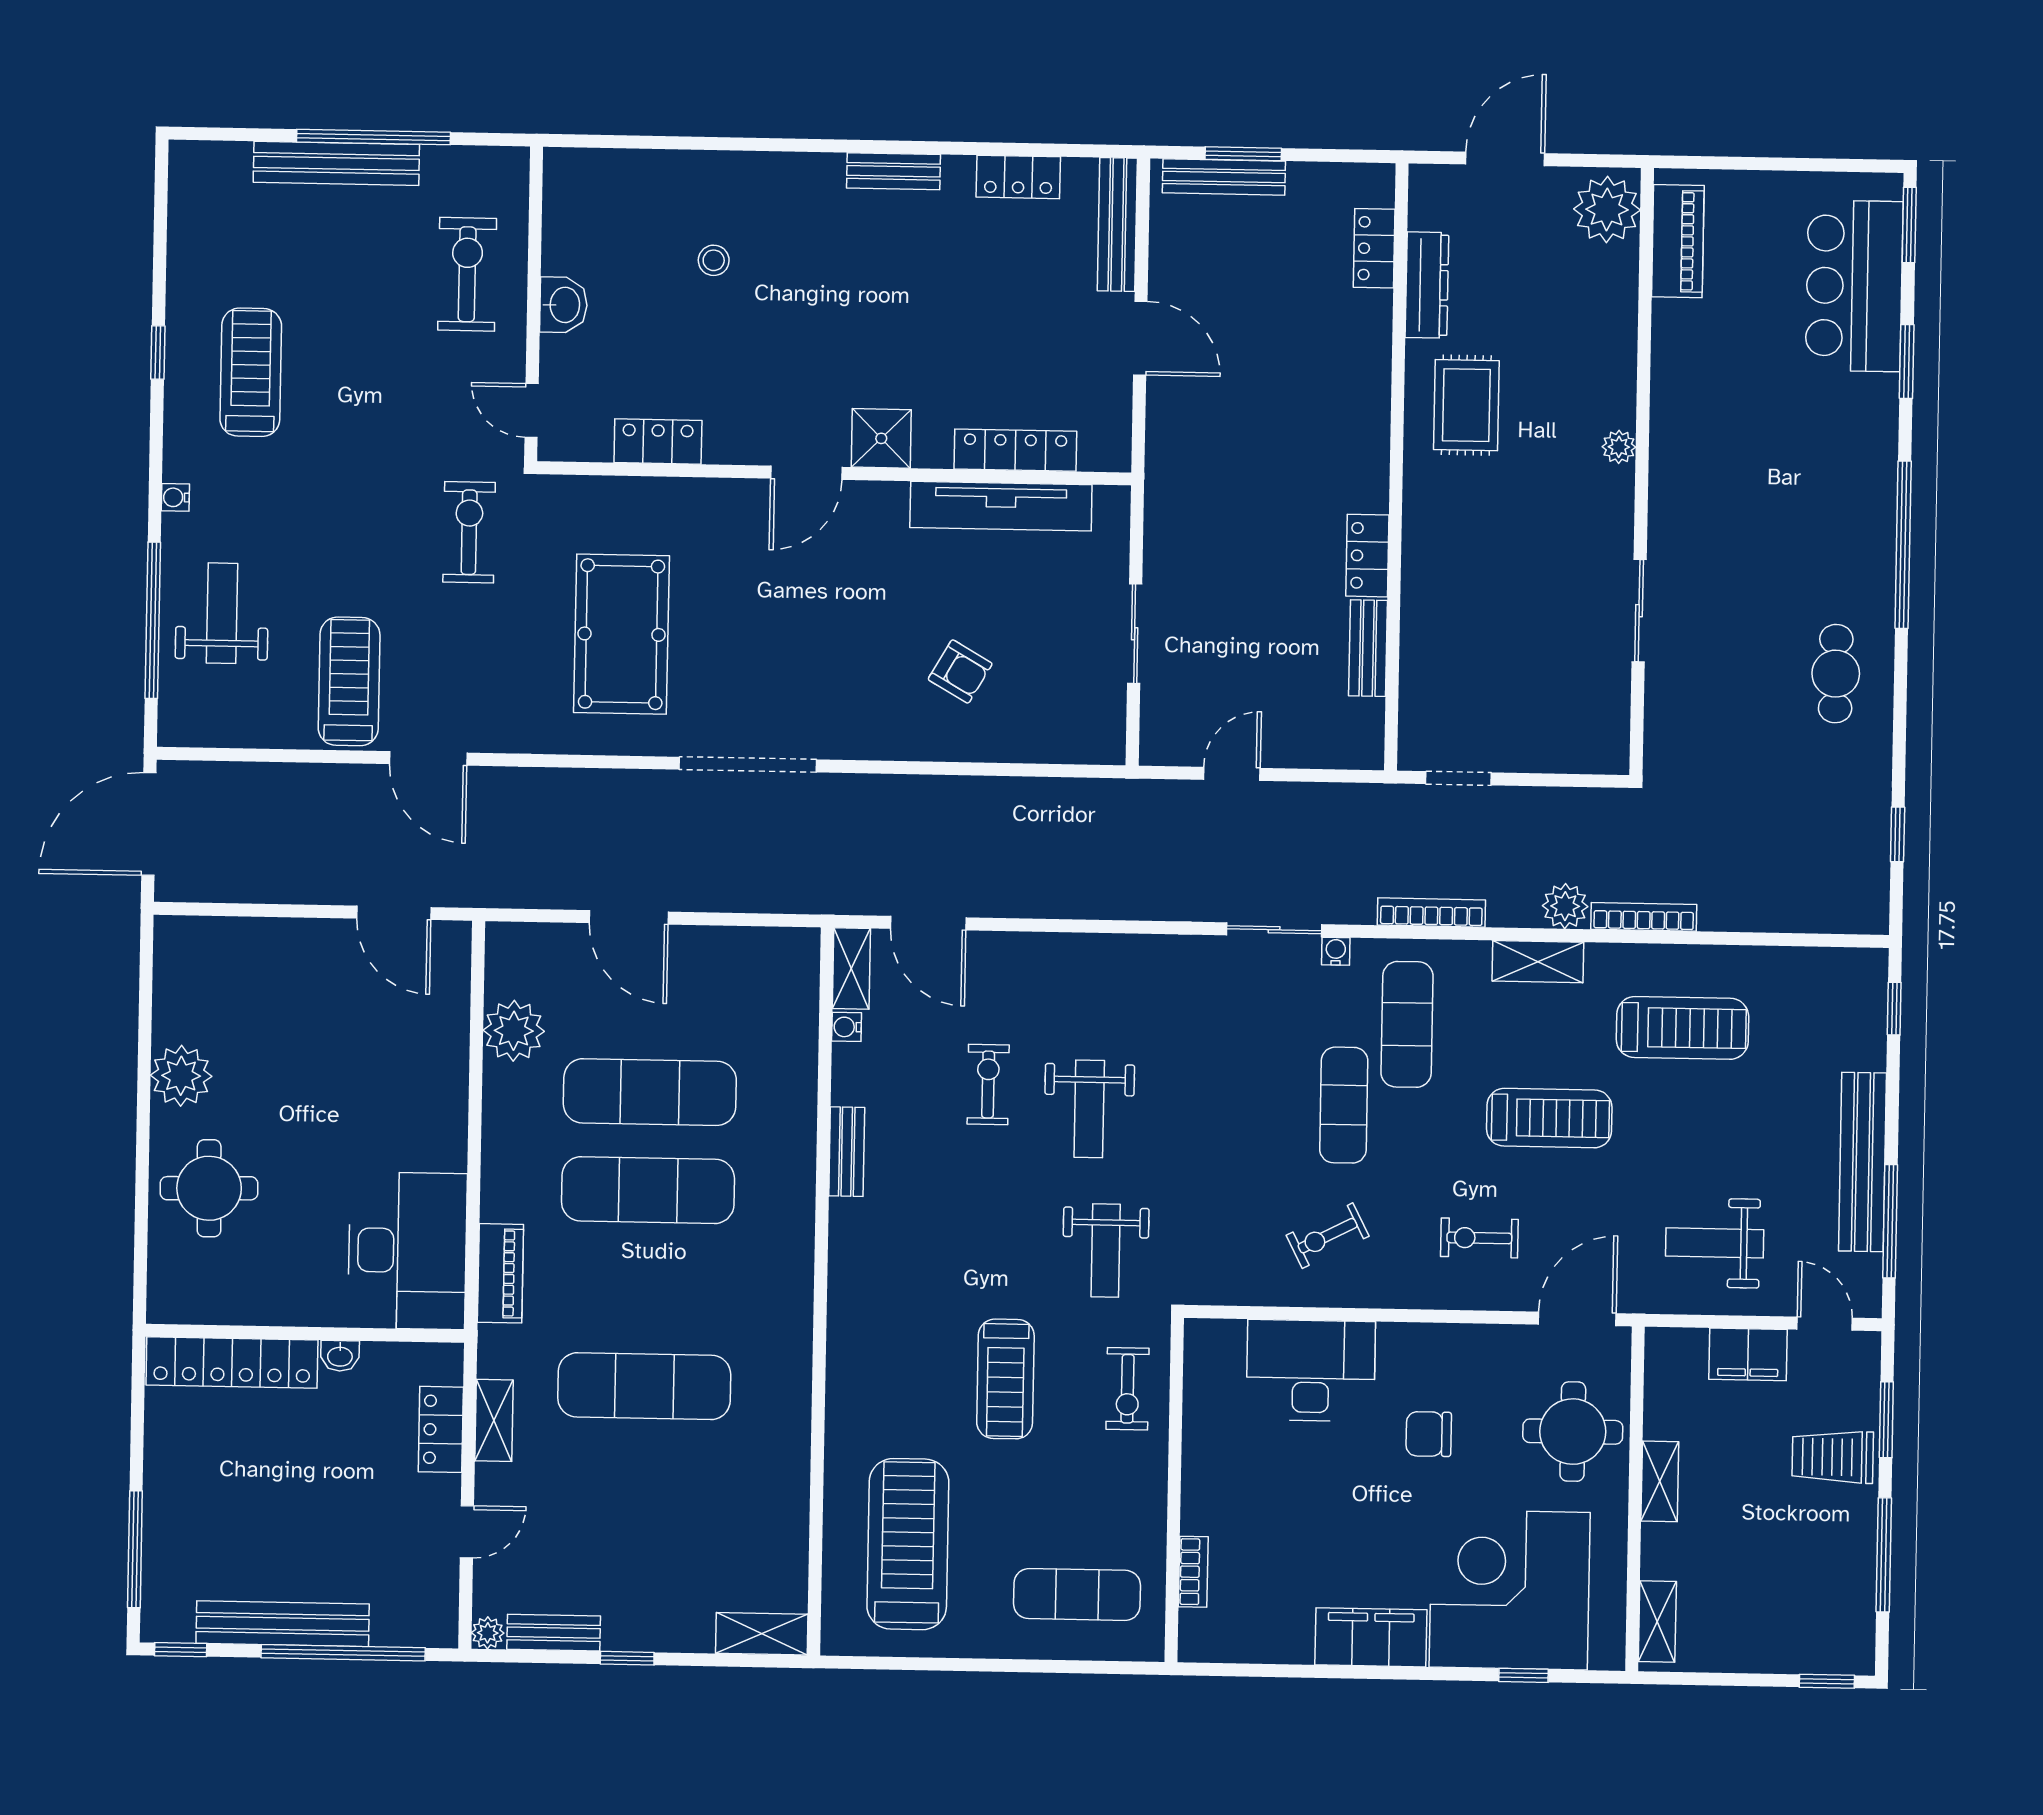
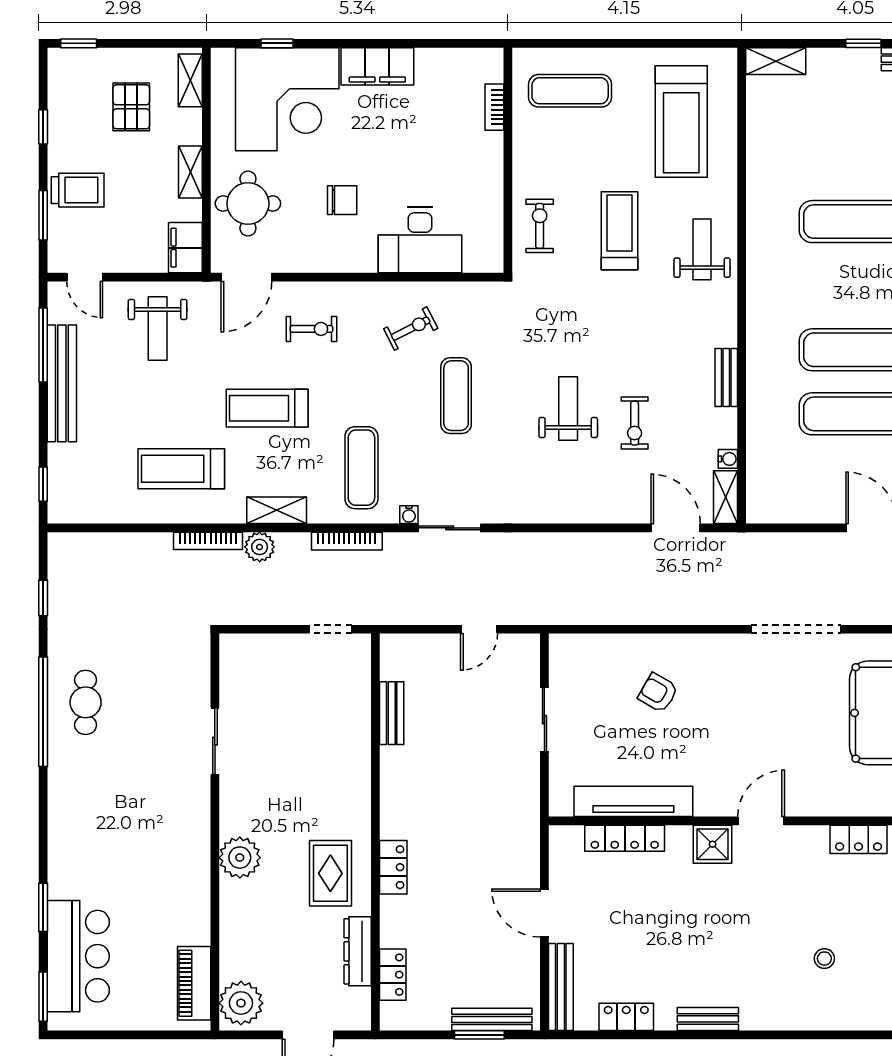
plant: (1619, 447) -> (240, 858), width x1.88, depth x1.88
window: (1903, 545) -> (43, 712), moved
locker: (1367, 556) -> (393, 867), moved
exercise mat: (1344, 1105) -> (456, 396), moved
weight bench: (1715, 1243) -> (158, 329), turned 90
weight bench: (1106, 1250) -> (702, 249), moved
filing cabinet: (1748, 1354) -> (185, 248), moved, turned -90
window: (1884, 1555) -> (43, 127), width x0.46
pallet: (1748, 1583) -> (131, 107), added

